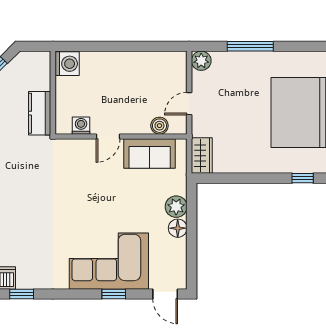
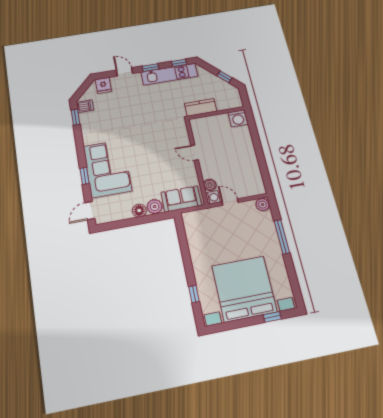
washing machine: (81, 126) -> (213, 197), moved
sofa: (150, 154) -> (181, 199), moved, turned 90
wardrobe: (202, 156) -> (195, 218), removed

